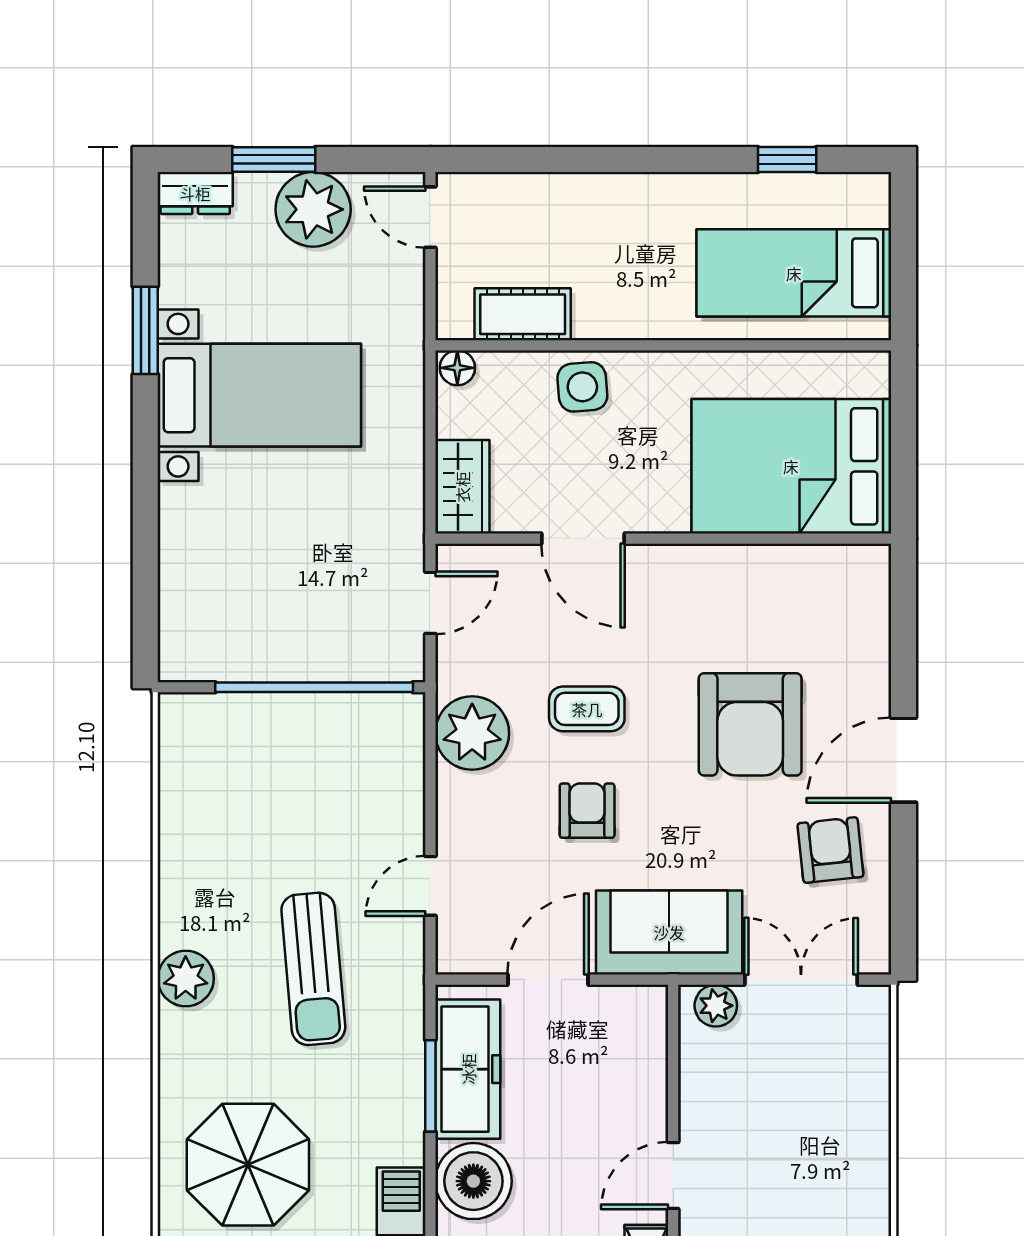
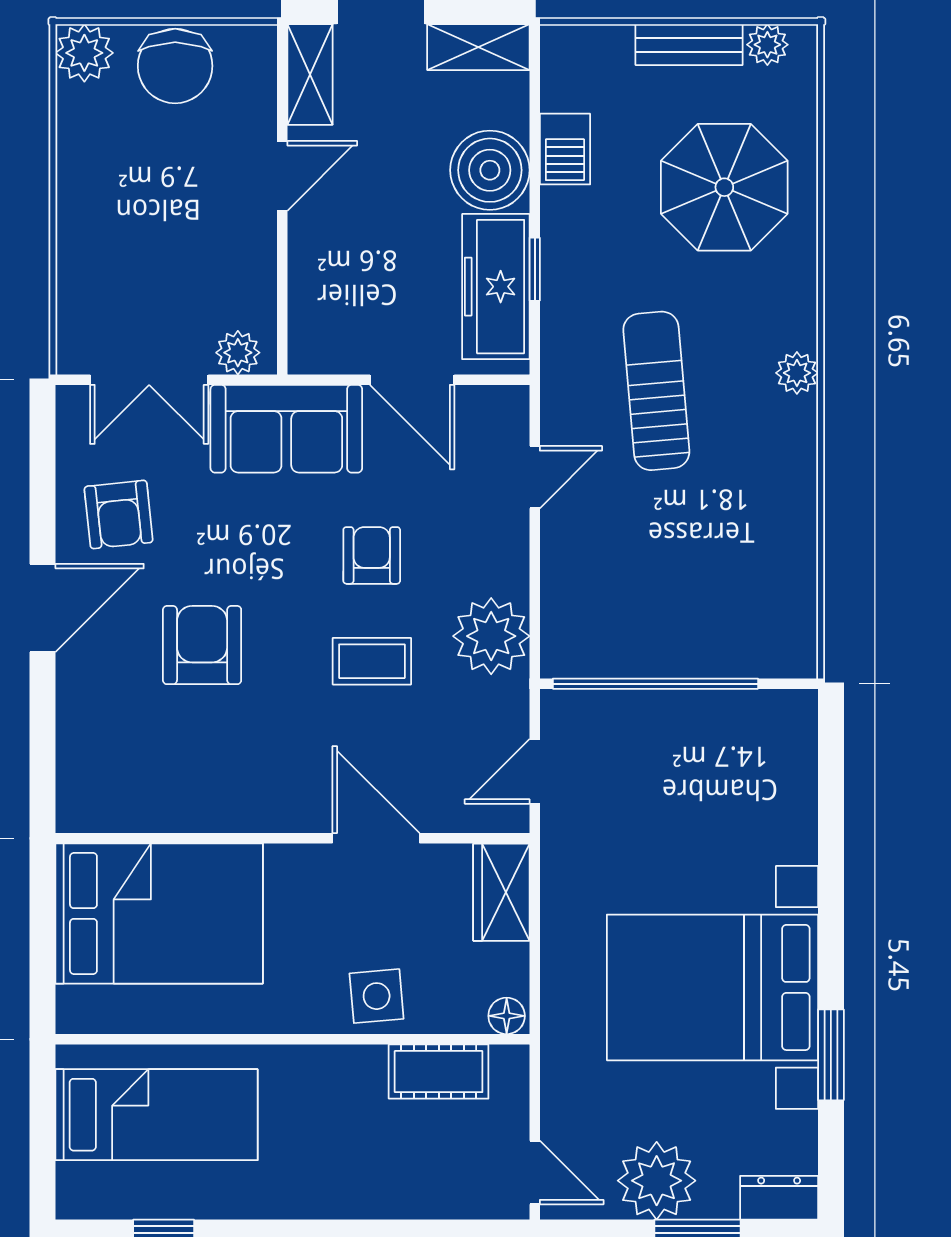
bed with nightstands: (259, 395) -> (712, 987), width x1.36
armchair: (750, 724) -> (202, 645), width x0.73, depth x0.73
armchair: (587, 811) -> (372, 555), turned 180
plant: (186, 978) -> (797, 373), width x0.73, depth x0.73
door: (548, 980) -> (412, 380), hinge flipped
window: (430, 1086) -> (535, 269), width x0.67

